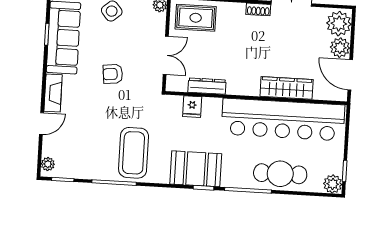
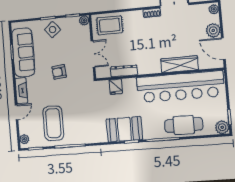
plant: (339, 24) -> (214, 9), width x0.53, depth x0.53
coffee table: (134, 153) -> (53, 123), moved

